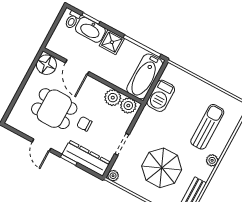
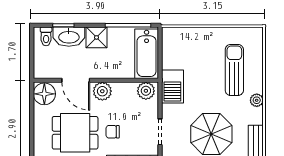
barbecue: (161, 96) -> (172, 87), moved
plant: (113, 98) -> (102, 91), moved

